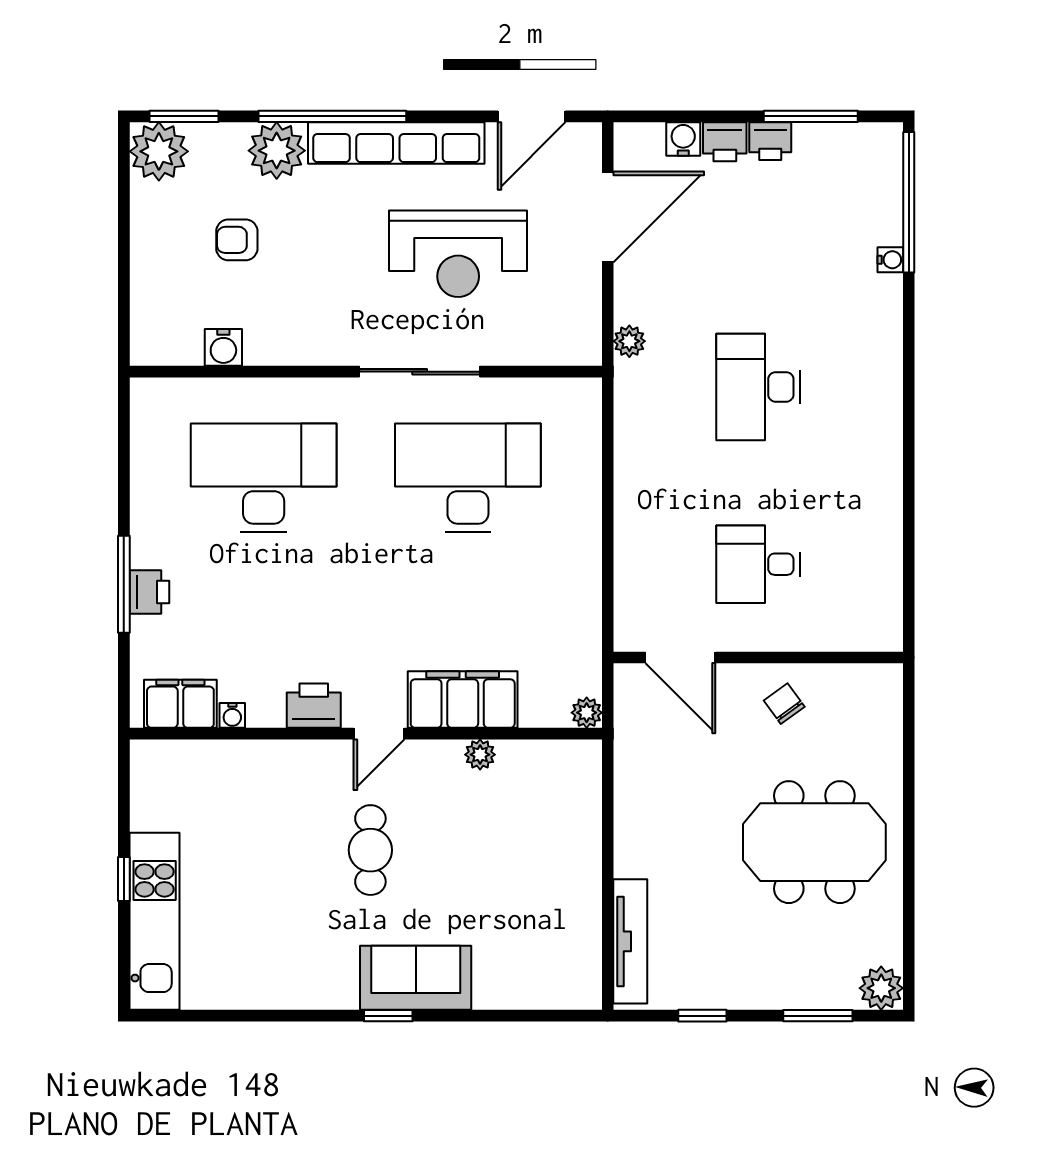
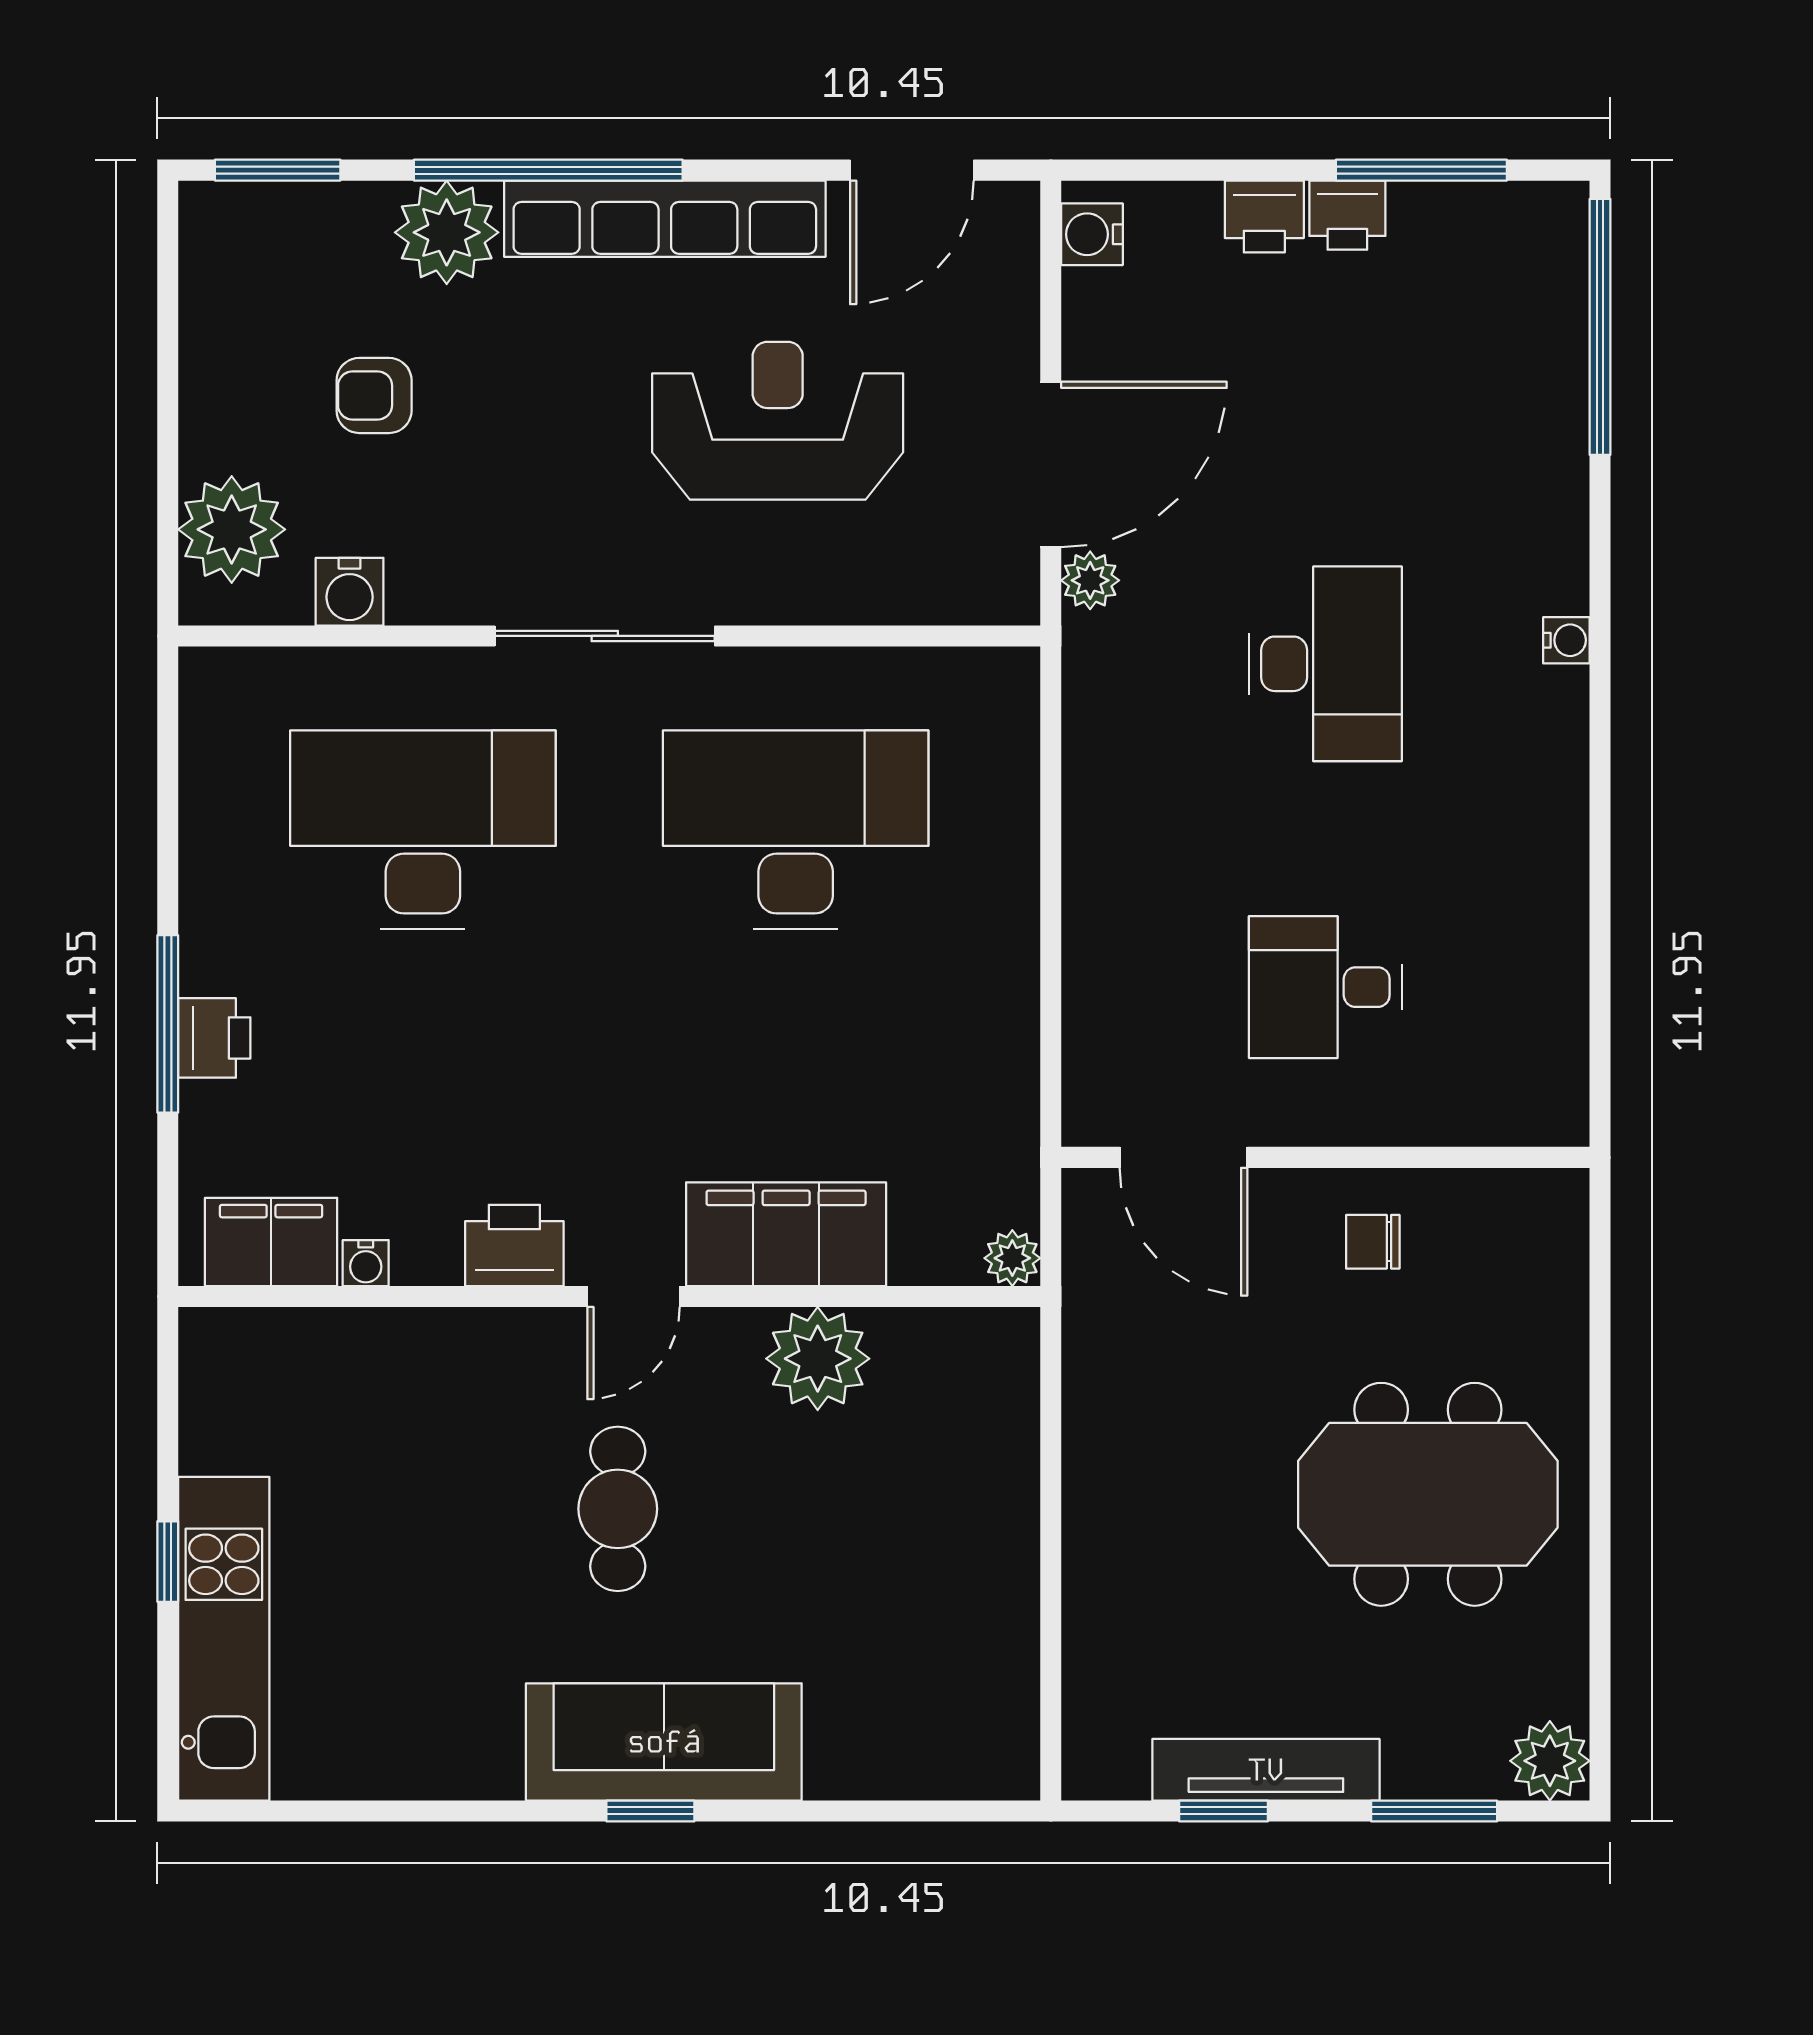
water cooler: (683, 139) -> (1092, 234), moved, turned -90
plant: (159, 151) -> (232, 529), moved
door: (608, 217) -> (1051, 464), moved
reception desk: (458, 254) -> (778, 421), turned 180
water cooler: (890, 260) -> (1566, 640), moved
sliding door: (420, 372) -> (605, 636), moved
desk: (758, 387) -> (1325, 664), turned 180
chair: (784, 704) -> (1373, 1242), turned -54
plant: (480, 755) -> (818, 1359), width x1.88, depth x1.88
tv unit: (630, 941) -> (1266, 1770), moved, turned -90
sofa: (416, 978) -> (664, 1742), width x1.36

